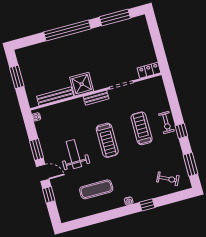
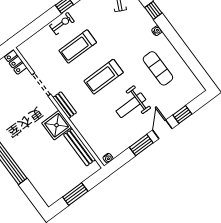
treadmill: (107, 140) -> (104, 77), turned 180

